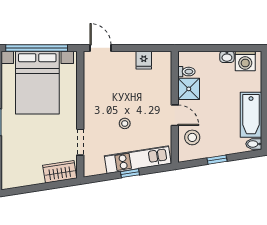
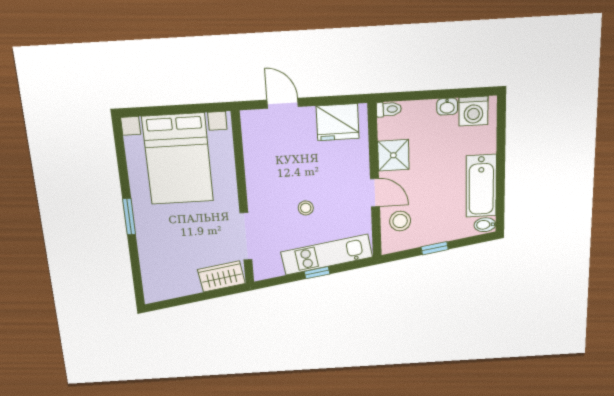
window: (37, 48) -> (171, 110), removed
door: (101, 48) -> (283, 103), moved
fridge: (144, 60) -> (338, 122), width x1.88, depth x1.34
toilet: (186, 72) -> (389, 109), moved
doorway: (80, 142) -> (246, 236), width x1.38

